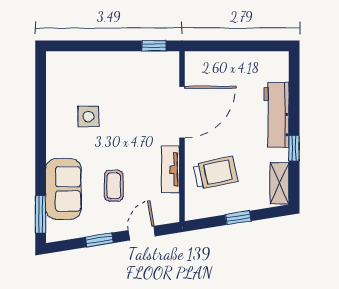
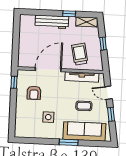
armchair: (135, 86) -> (34, 93), added
door: (182, 112) -> (48, 70), hinge flipped
tv unit: (171, 169) -> (82, 77), width x1.41
sofa: (63, 189) -> (84, 131), width x1.36
window: (41, 214) -> (69, 142), moved

